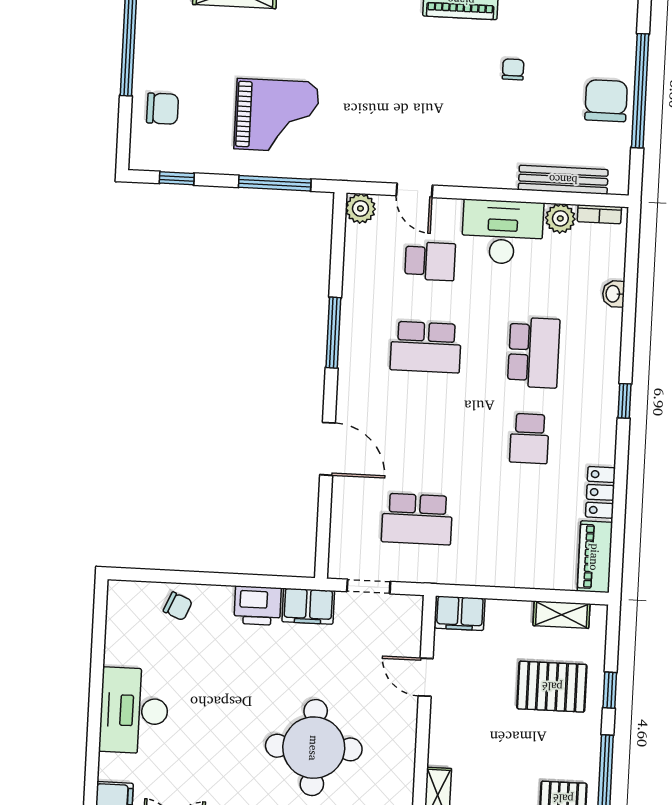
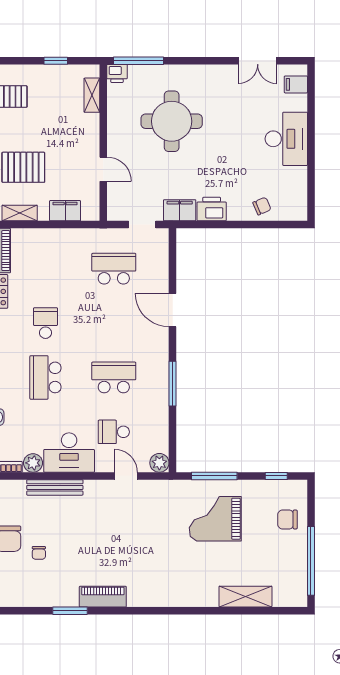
chair: (513, 69) -> (39, 553), moved
bench: (563, 180) -> (55, 487), moved
chair: (178, 606) -> (262, 206), turned 134
filing cabinet: (460, 613) -> (65, 211), moved

